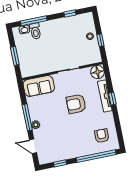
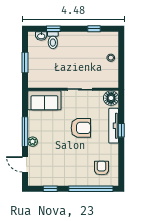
window: (34, 21) -> (53, 29), width x0.46
window: (100, 40) -> (121, 64), removed
armchair: (76, 104) -> (81, 128), turned 180

